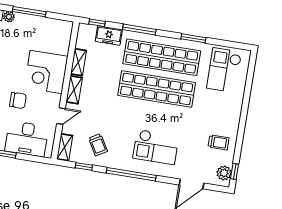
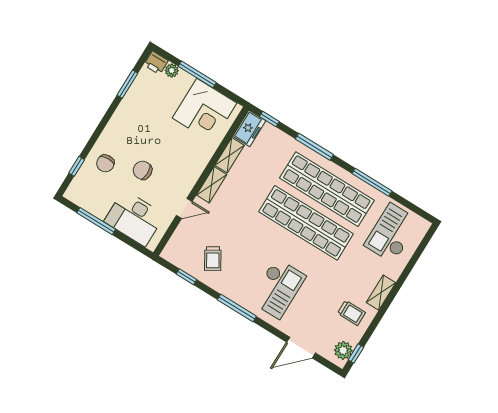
freezer: (109, 35) -> (249, 129), moved, turned -90
window: (193, 38) -> (372, 182), width x1.44
corner desk: (46, 72) -> (204, 110), moved, turned -90
chair: (18, 100) -> (143, 170), turned 180
shelving: (65, 147) -> (381, 293), moved
checkout: (156, 147) -> (278, 288), turned -90
window: (131, 174) -> (237, 308), width x0.68

